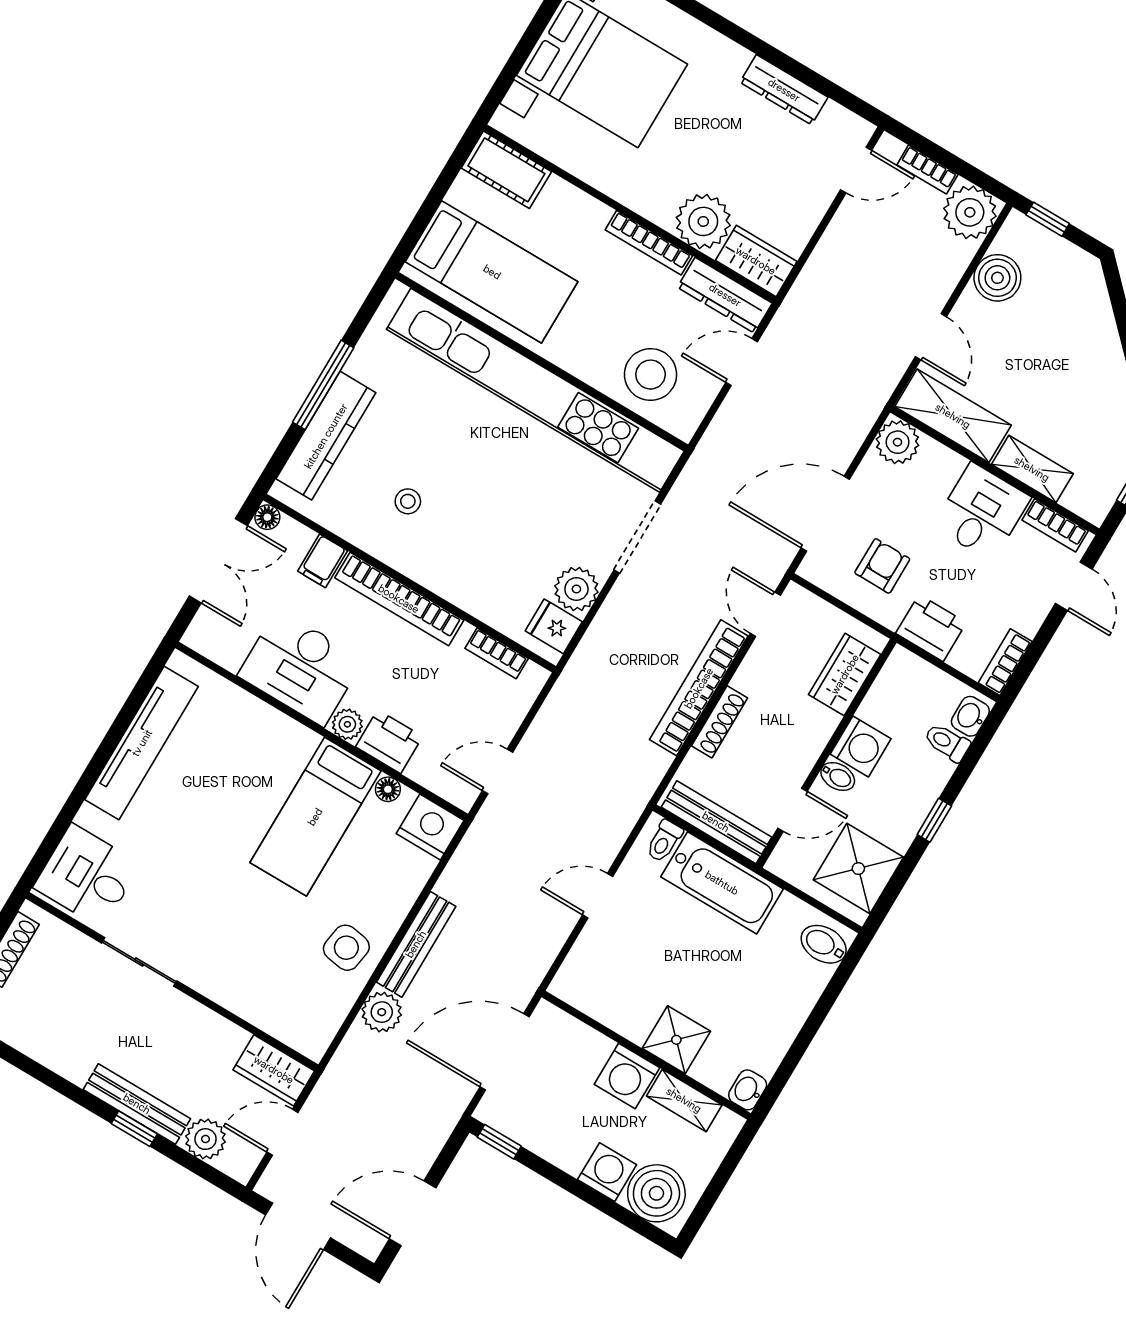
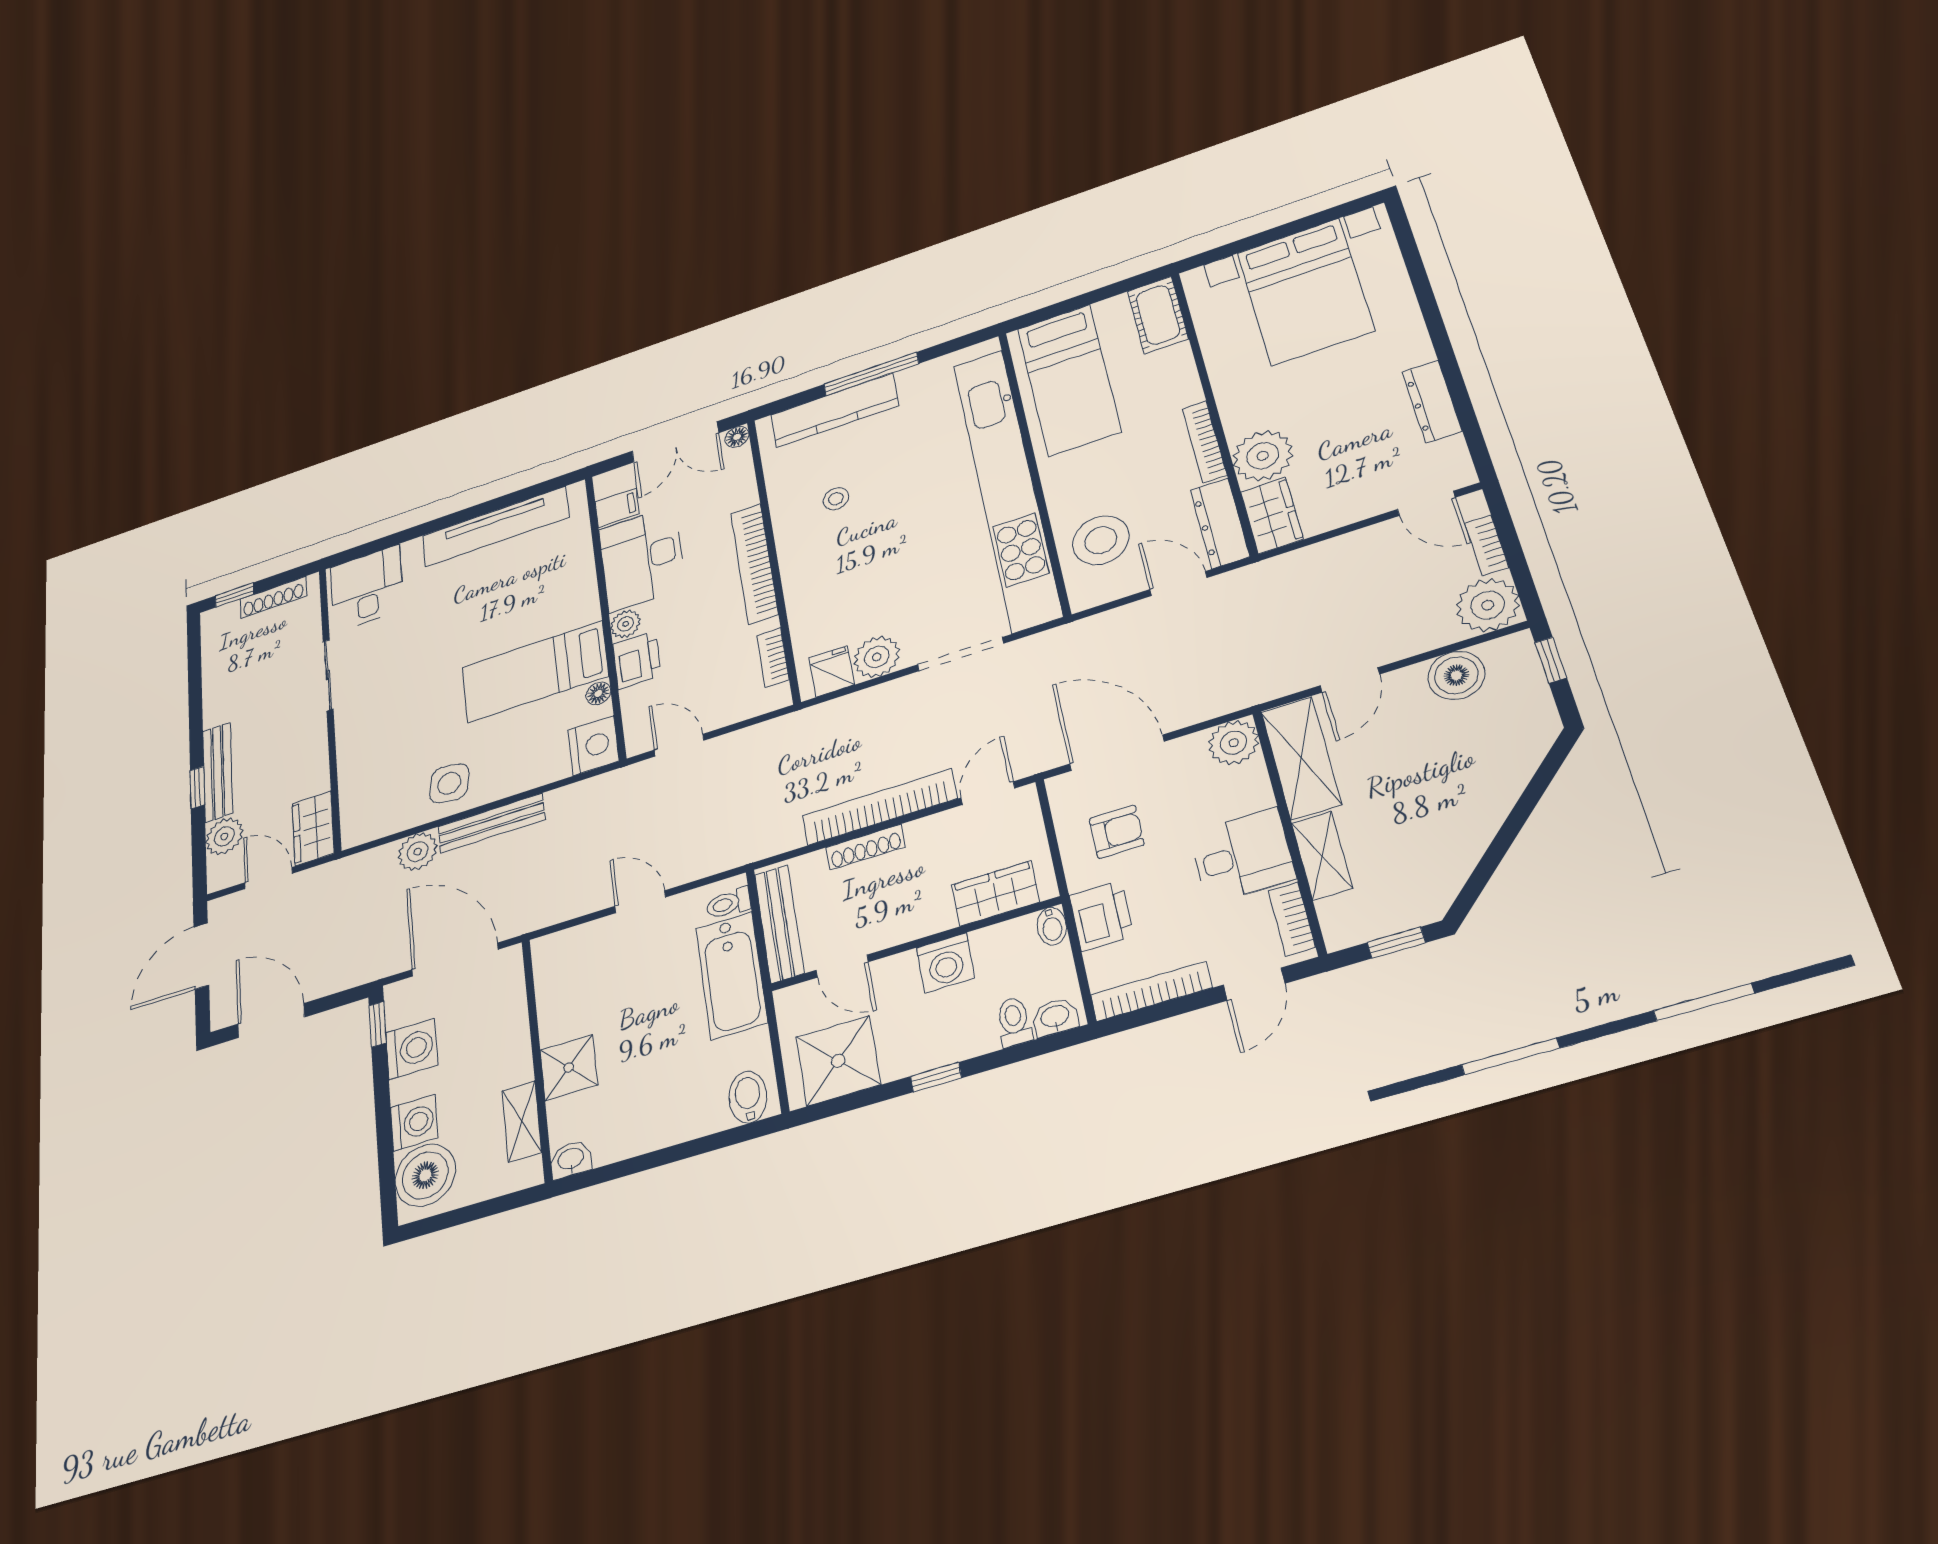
filing cabinet: (323, 561) -> (617, 508), moved, turned 180
bookcase: (1005, 662) -> (1151, 991), width x1.56
bidet: (838, 777) -> (1052, 926), moved
washing machine: (627, 1076) -> (412, 1049), moved, turned 180

